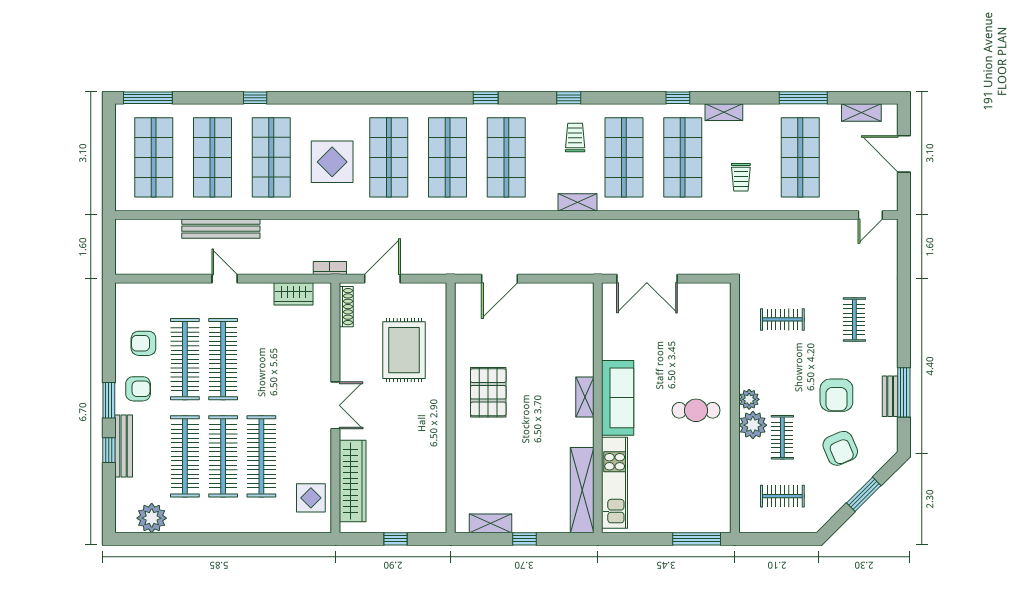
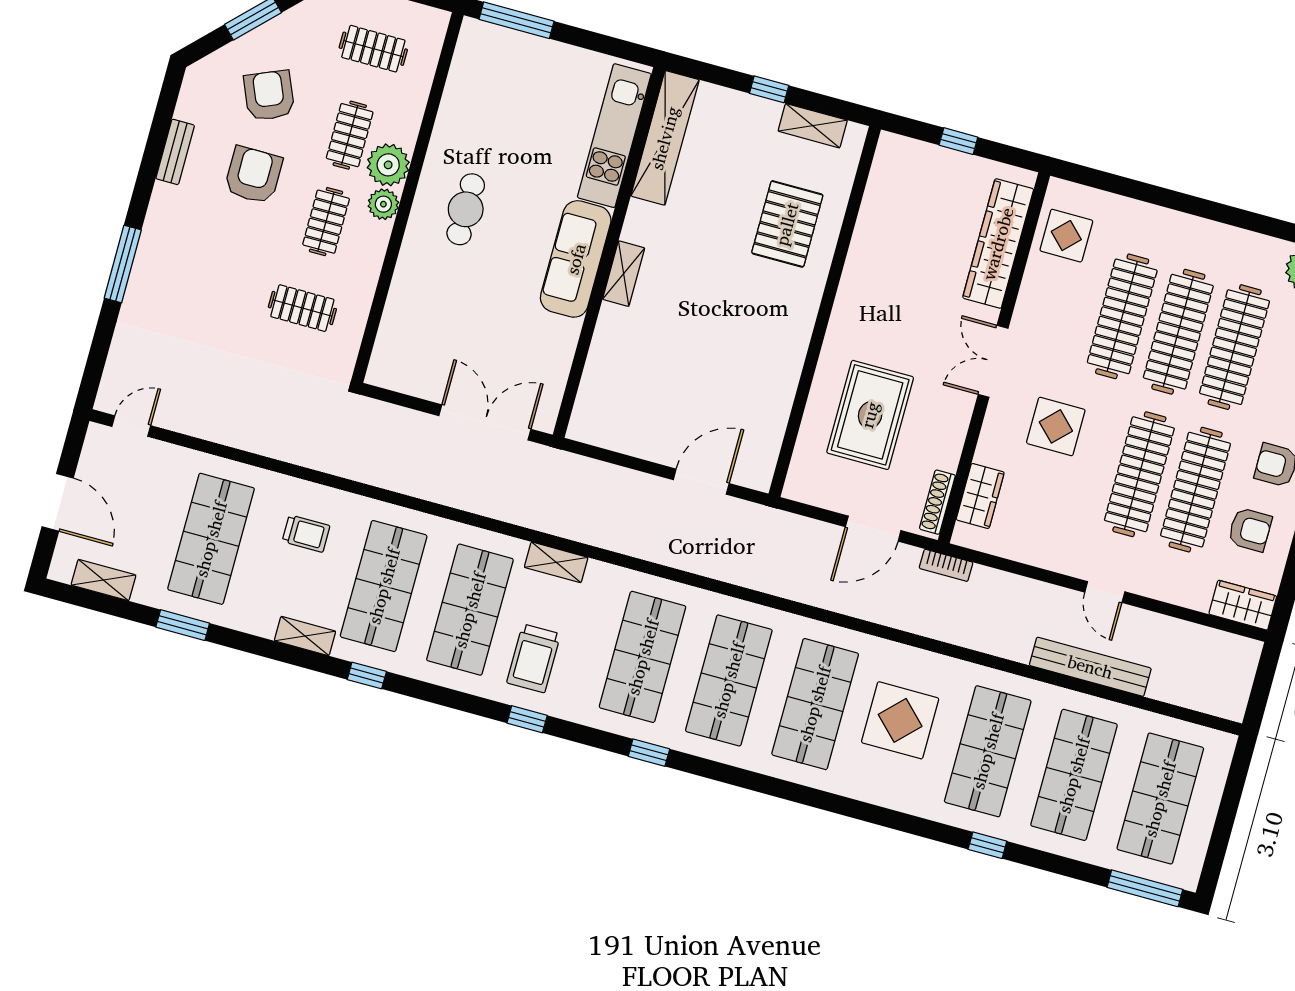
window: (803, 98) -> (183, 625), width x0.69
trolley: (575, 138) -> (534, 658), width x1.36, depth x1.39
trolley: (741, 177) -> (306, 534), turned 90
wardrobe: (135, 294) -> (1243, 605), added
wardrobe: (294, 294) -> (980, 496), moved, turned 90
clothes rail: (854, 319) -> (326, 222), moved
display table: (284, 375) -> (1056, 426), added
pallet: (488, 392) -> (787, 224), moved
window: (904, 392) -> (123, 264), moved
cafe table: (696, 410) -> (466, 209), turned 90

